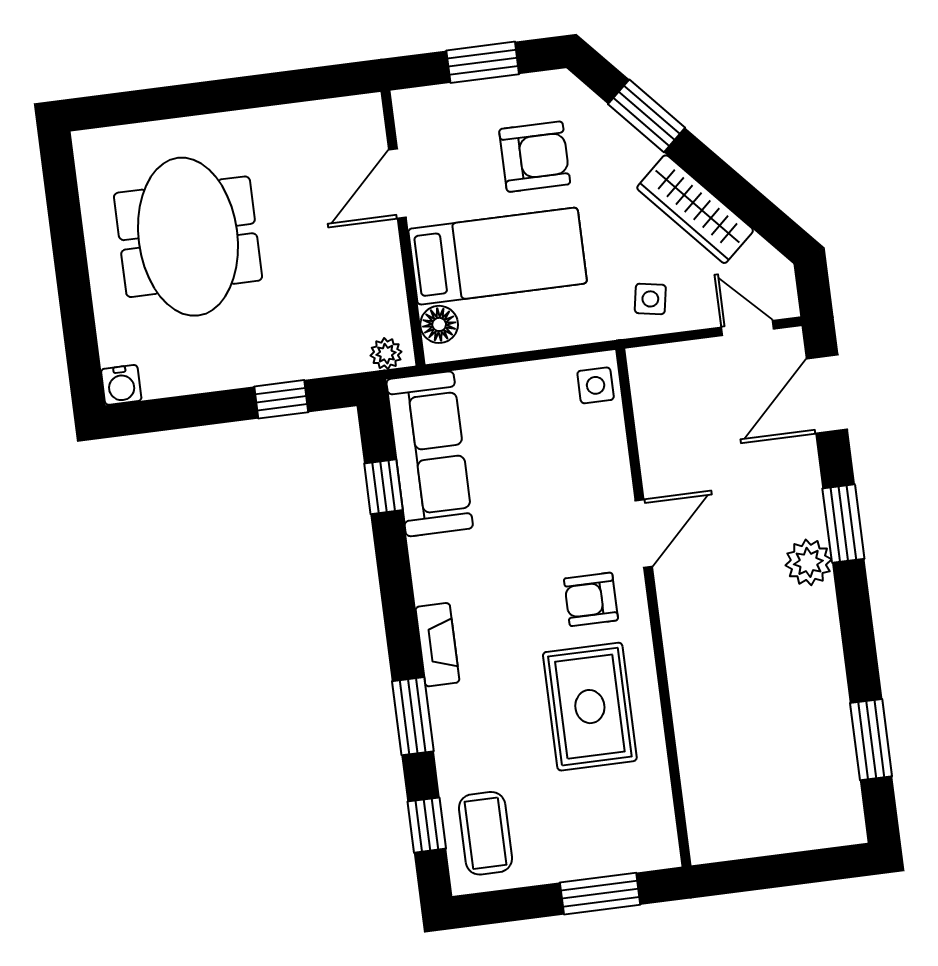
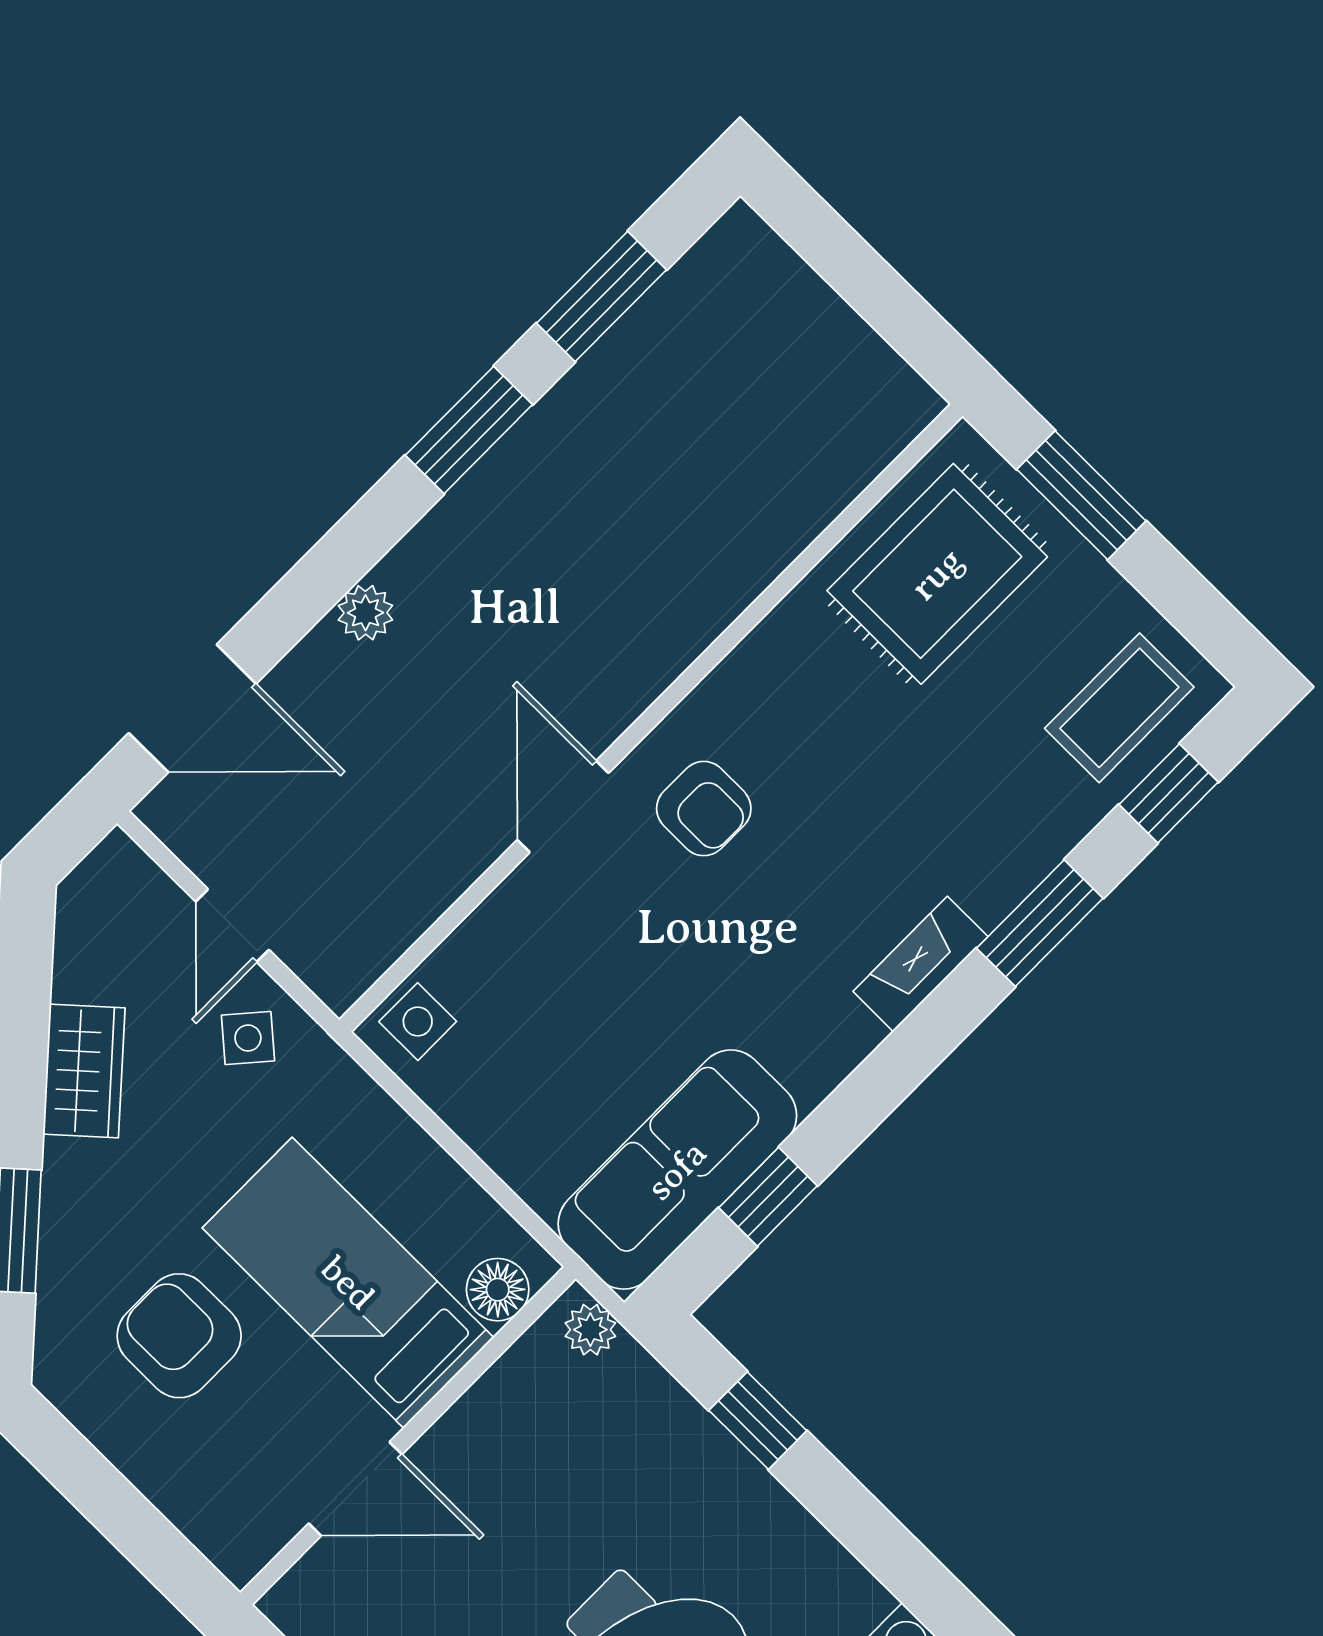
window: (483, 62) -> (108, 1501), removed
wardrobe: (695, 209) -> (84, 1071), width x0.67
side table: (650, 299) -> (248, 1038), turned 31
door: (747, 328) -> (232, 926), moved
window: (843, 524) -> (469, 430), moved
door: (644, 533) -> (563, 807), hinge flipped
plant: (808, 562) -> (365, 613), moved, width x0.73, depth x0.73
rug: (590, 707) -> (937, 574), moved

